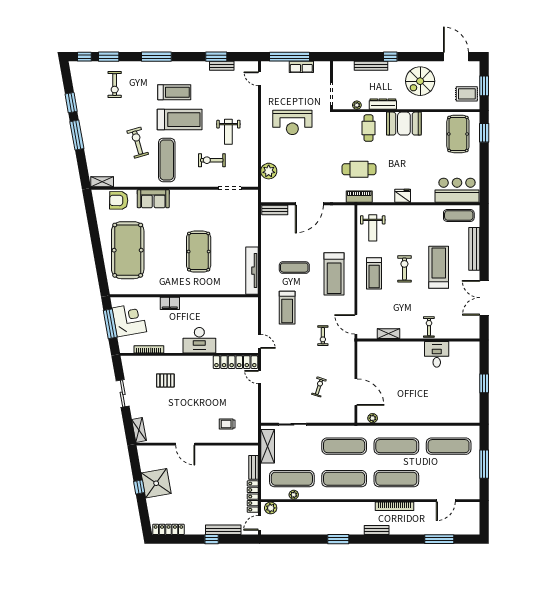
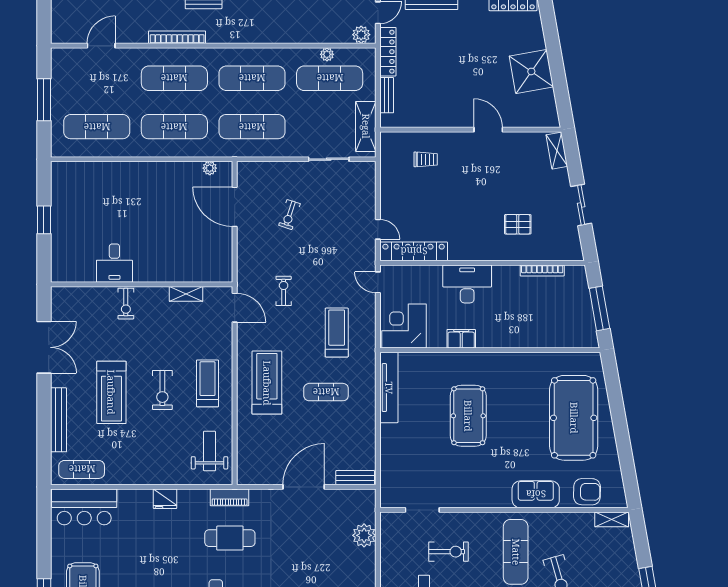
filing cabinet: (170, 303) -> (461, 339), moved
corner desk: (129, 320) -> (404, 326), moved, turned 100
window: (139, 487) -> (557, 66), removed

